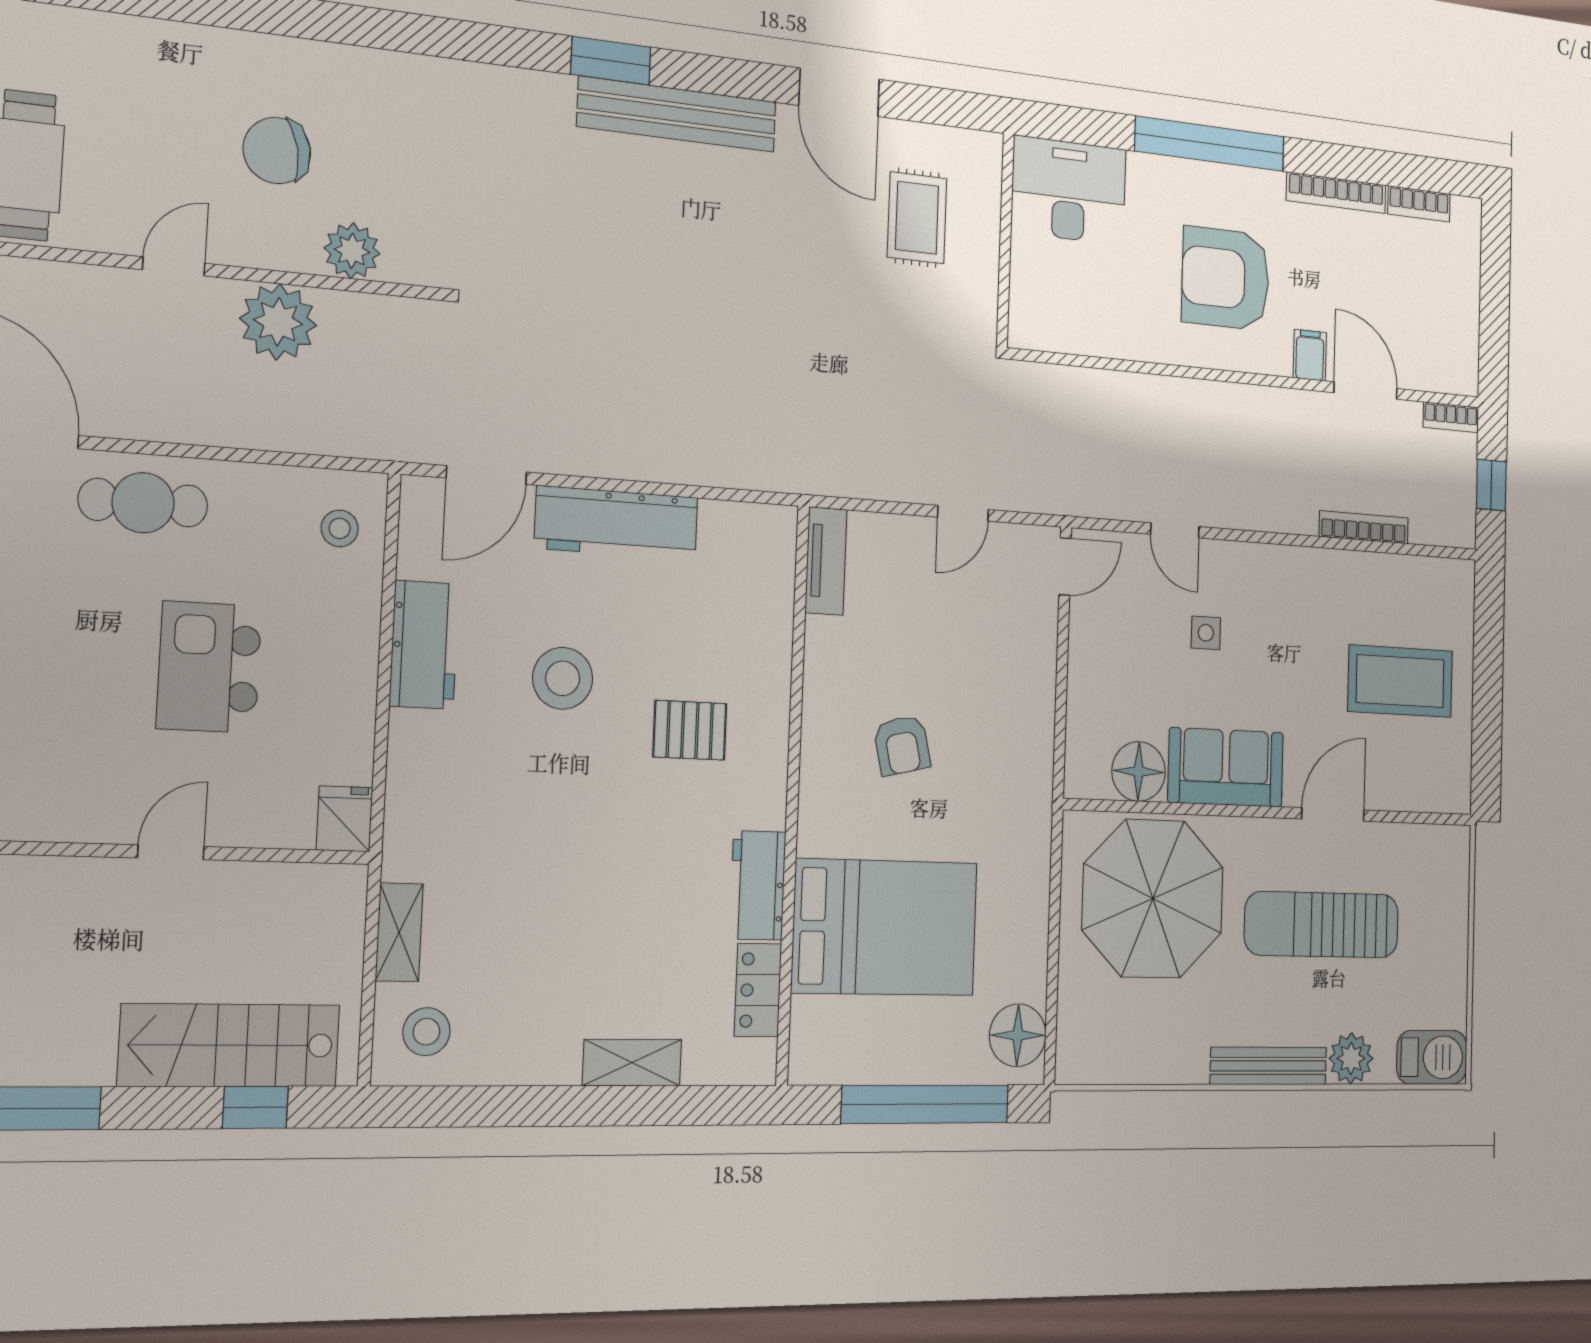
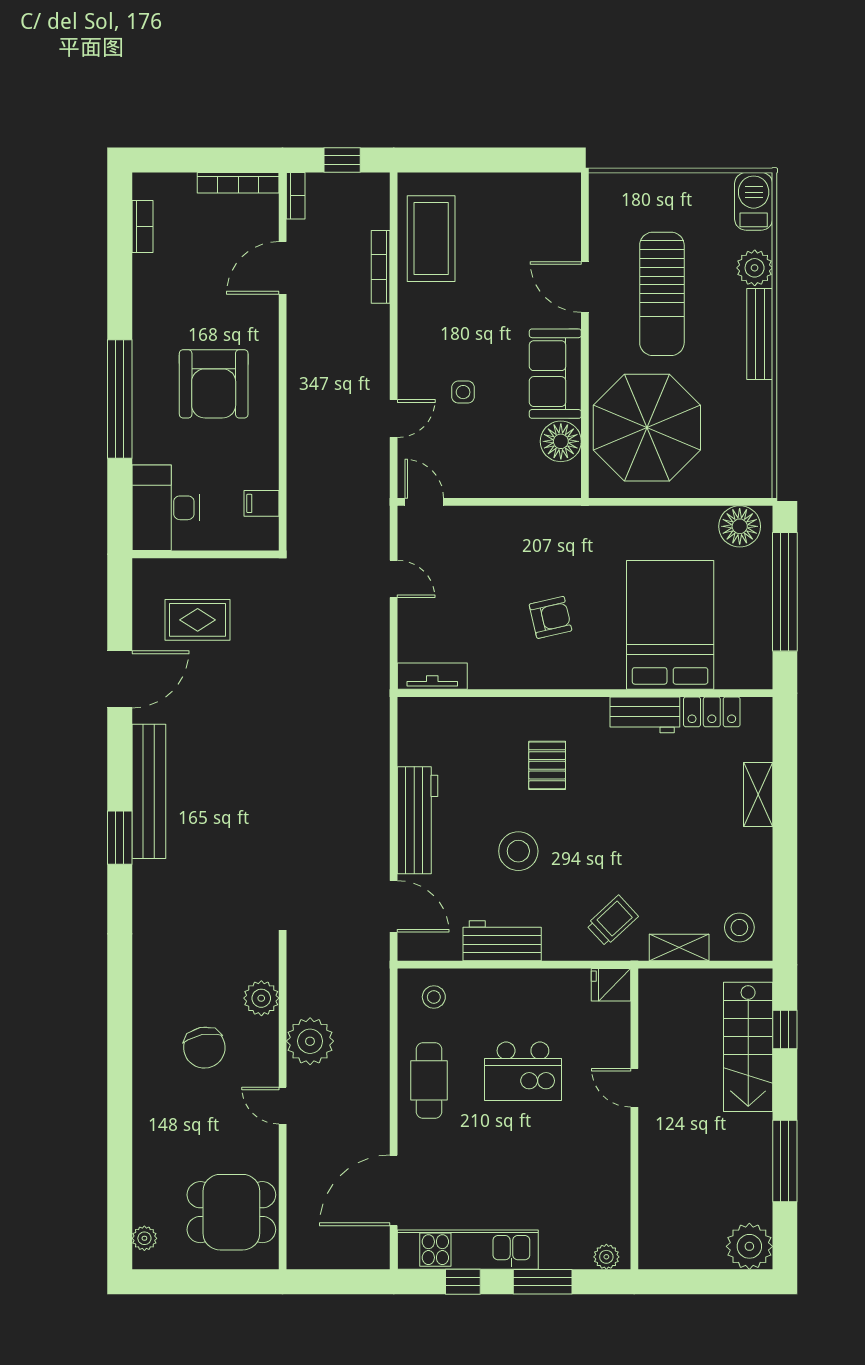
bookcase: (1336, 193) -> (238, 183), moved, turned 90
filing cabinet: (1310, 355) -> (261, 503), moved
cafe table: (143, 503) -> (429, 1080), moved
coffee table: (1400, 681) -> (431, 239), moved
trolley: (447, 824) -> (612, 921), added

